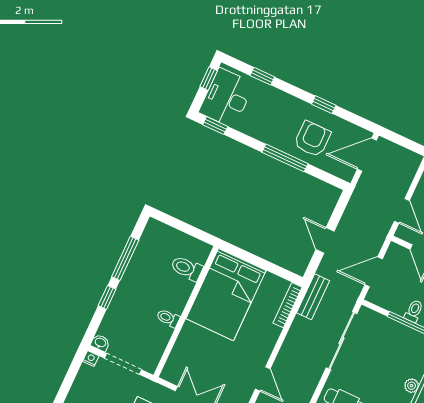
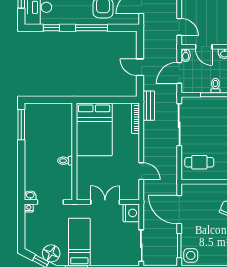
window: (215, 126) -> (51, 28), moved
bidet: (393, 252) -> (186, 55), added
window: (125, 258) -> (21, 125), moved
toilet: (187, 268) -> (62, 124), removed
window: (107, 297) -> (21, 165), removed

